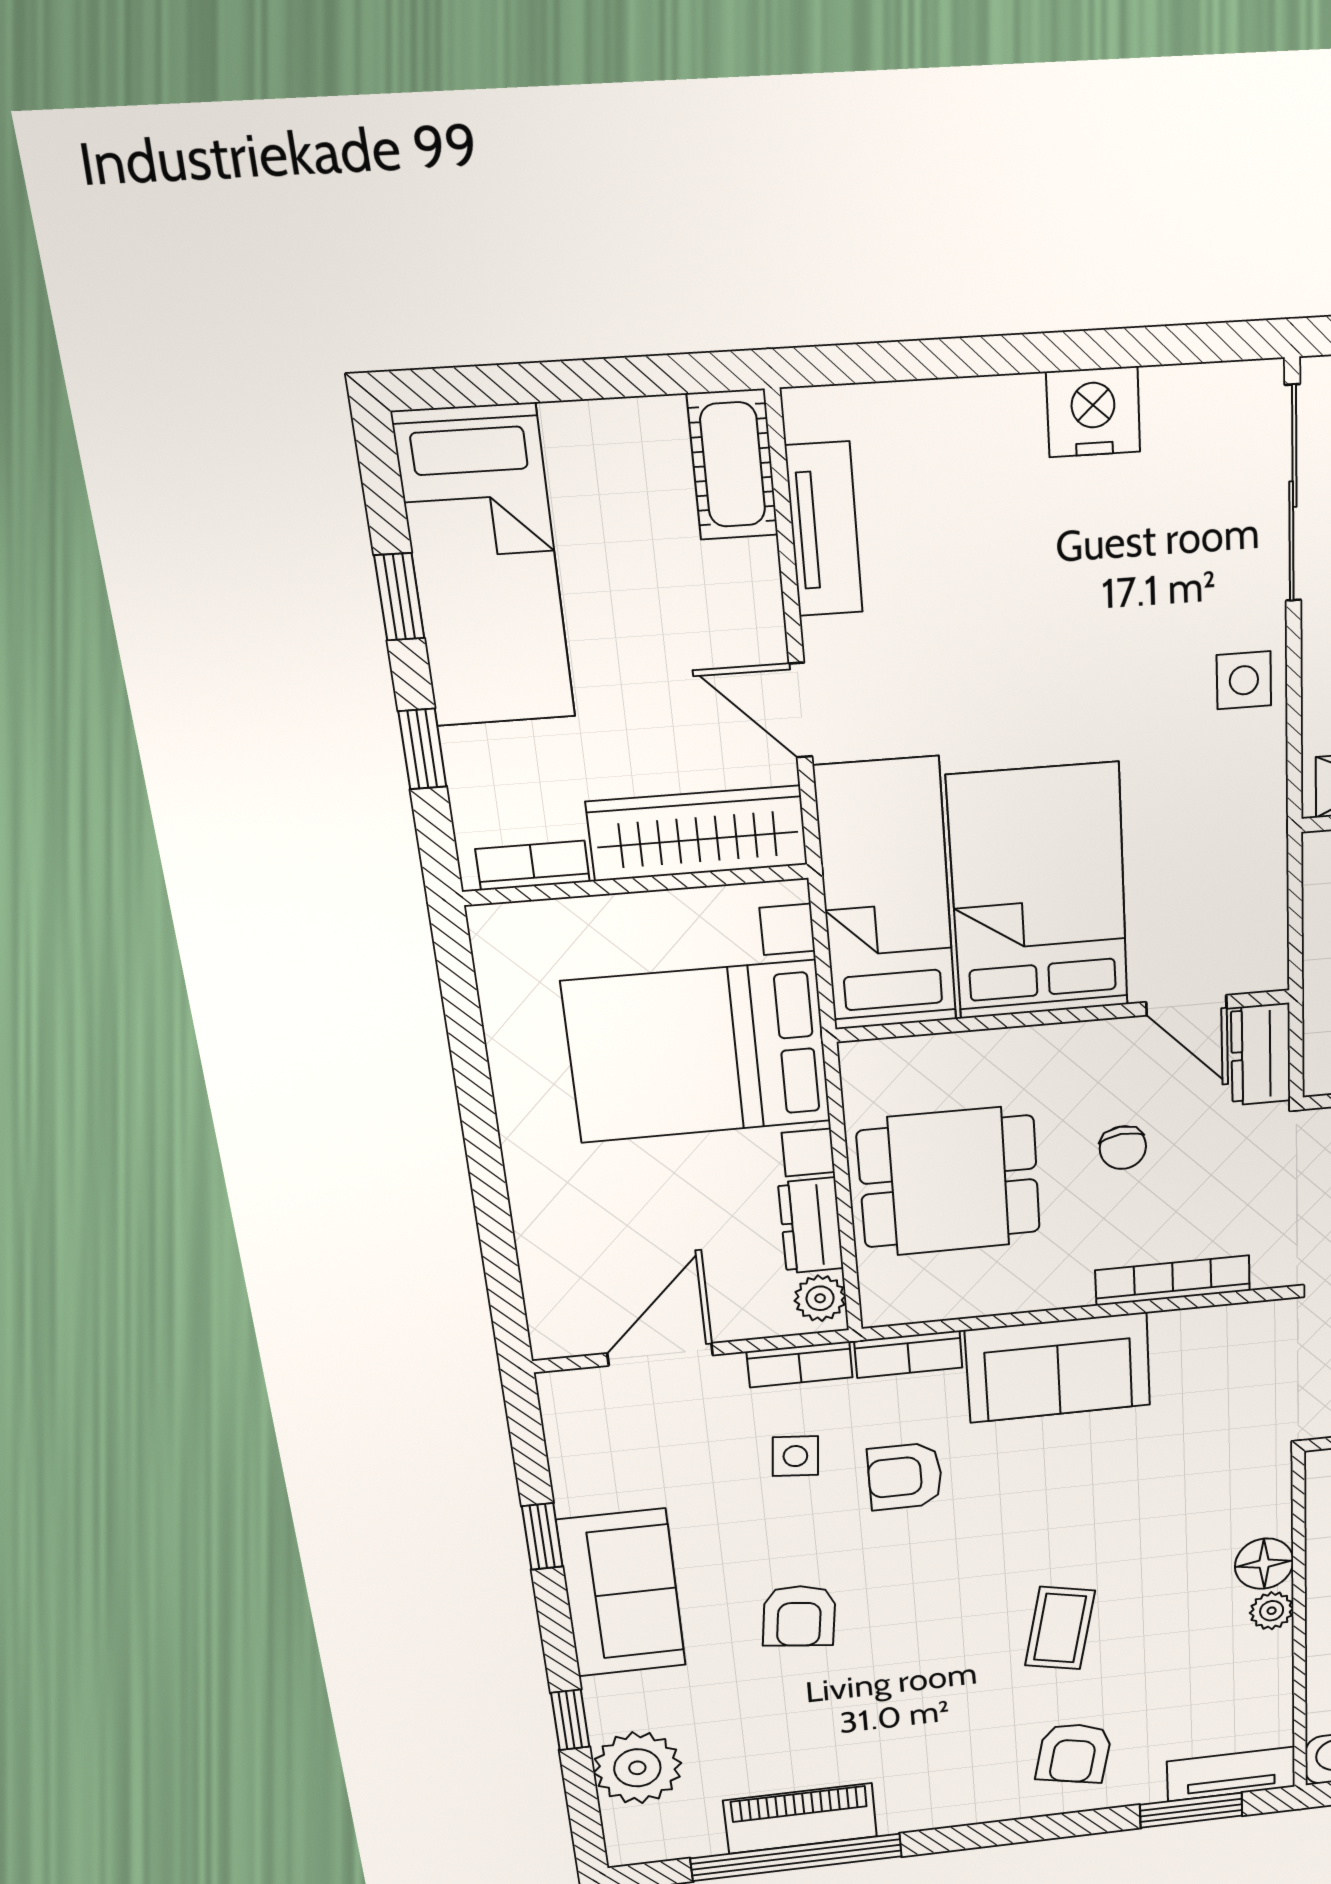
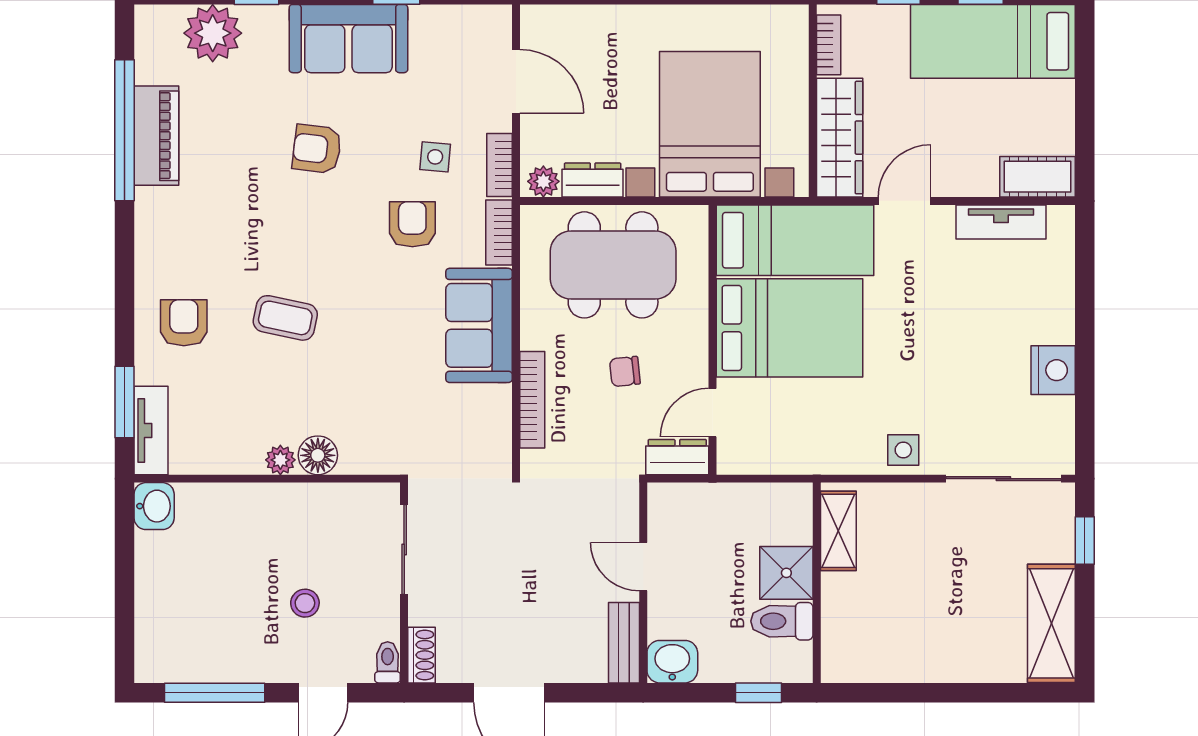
dining table: (949, 1182) -> (613, 265), width x1.38
armchair: (1074, 1753) -> (184, 323), turned 78

